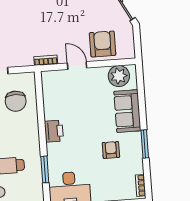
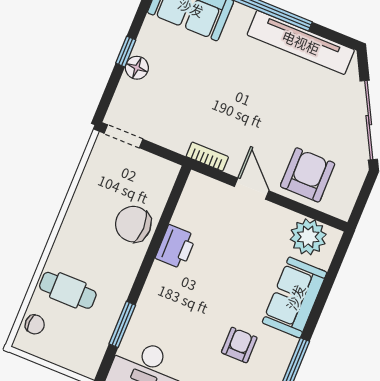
chair: (16, 101) -> (133, 224), moved, turned 90
printer: (54, 131) -> (176, 247), moved

